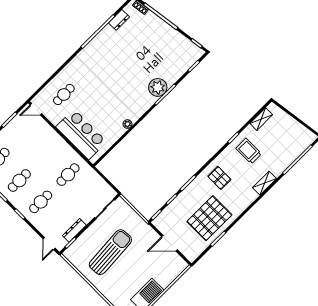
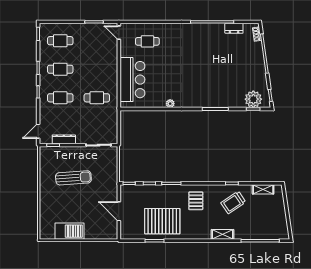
plant: (158, 87) -> (253, 99), moved
trolley: (249, 151) -> (233, 202), turned -124
sun lounger: (110, 252) -> (73, 178), width x0.73, depth x0.75

